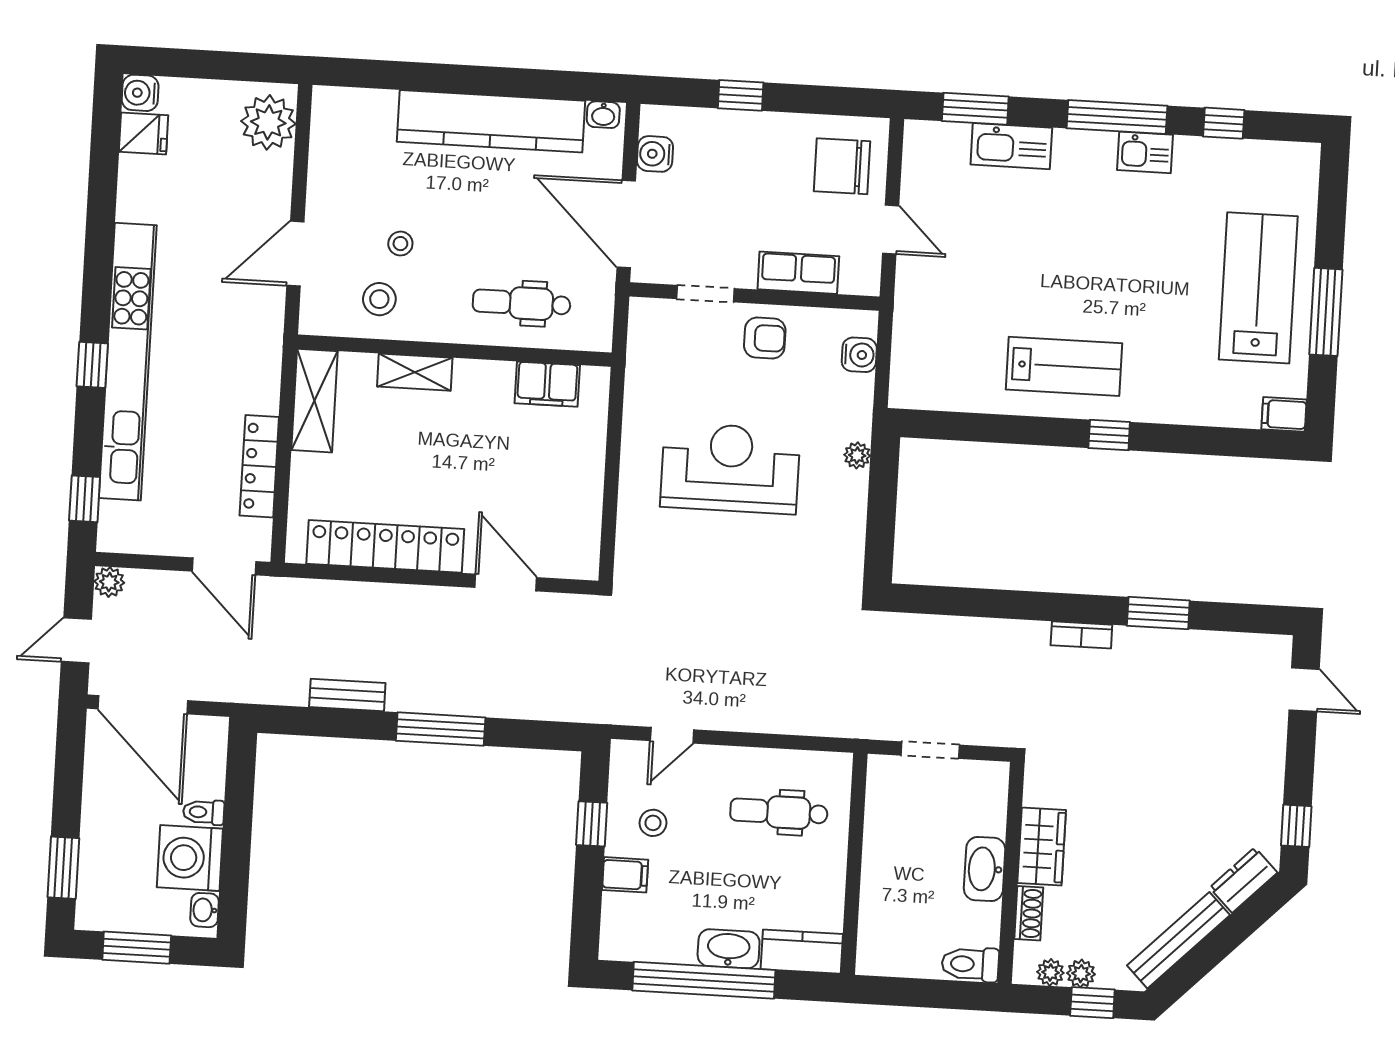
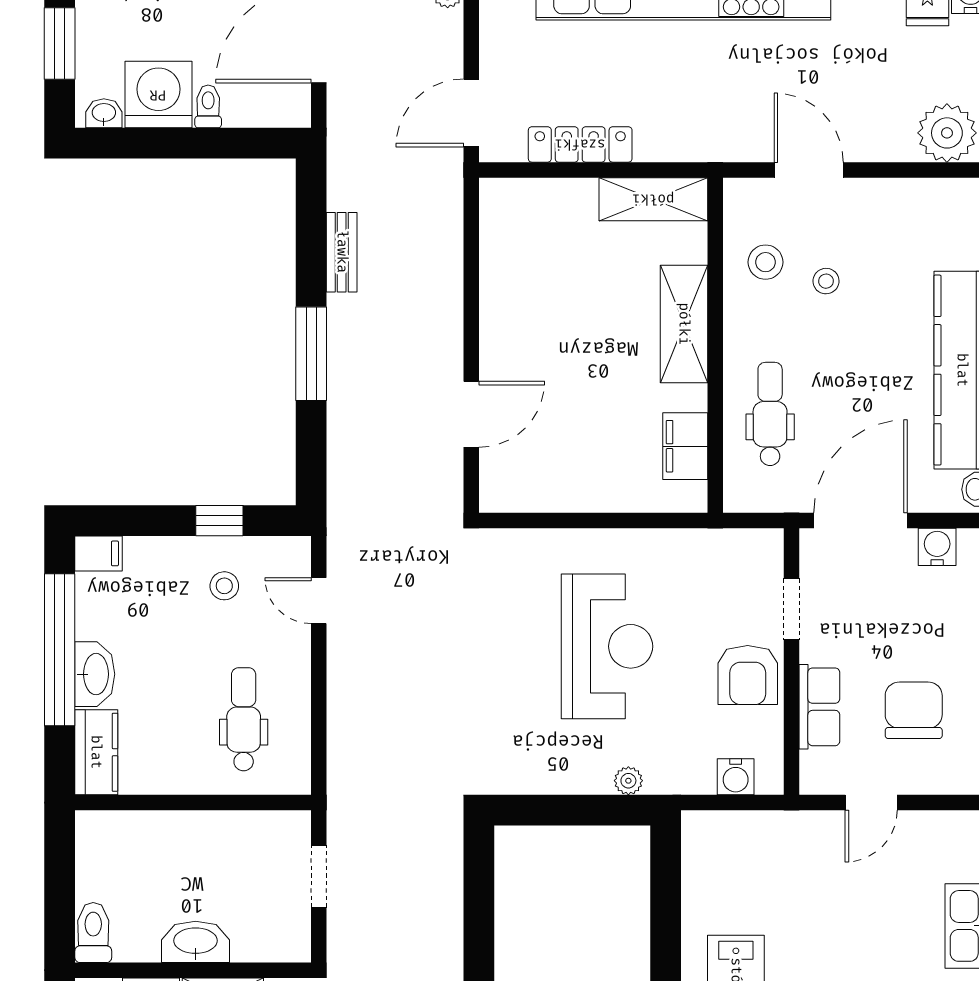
chair: (842, 166) -> (914, 710), moved
armchair: (765, 338) -> (748, 675), width x1.38, depth x1.38
shelving: (415, 372) -> (684, 324), width x1.50, depth x1.33
locker: (385, 546) -> (502, 284), removed
filing cabinet: (625, 875) -> (98, 553), moved, turned -90

